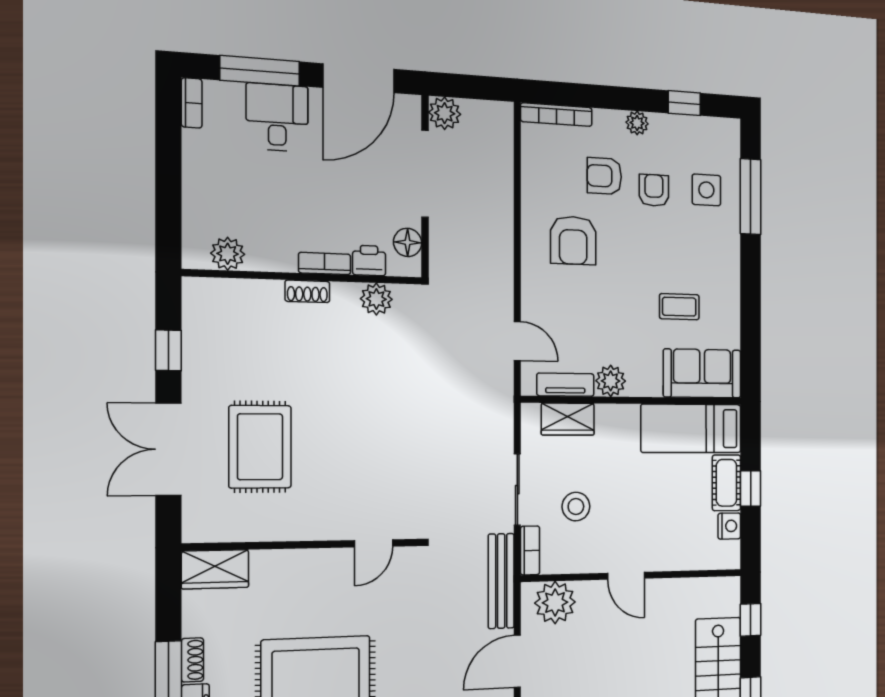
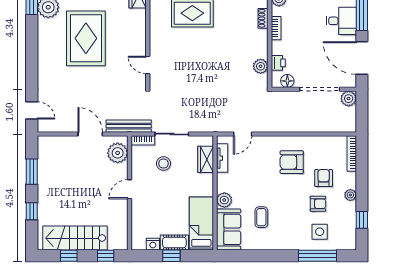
bookcase: (325, 263) -> (276, 28), moved
shoe rack: (307, 291) -> (263, 18), moved
plant: (611, 381) -> (224, 200), moved

